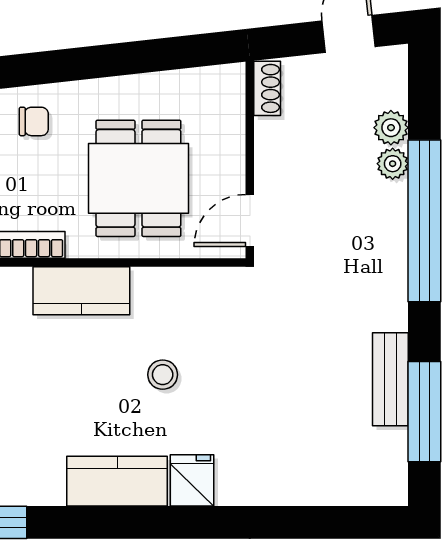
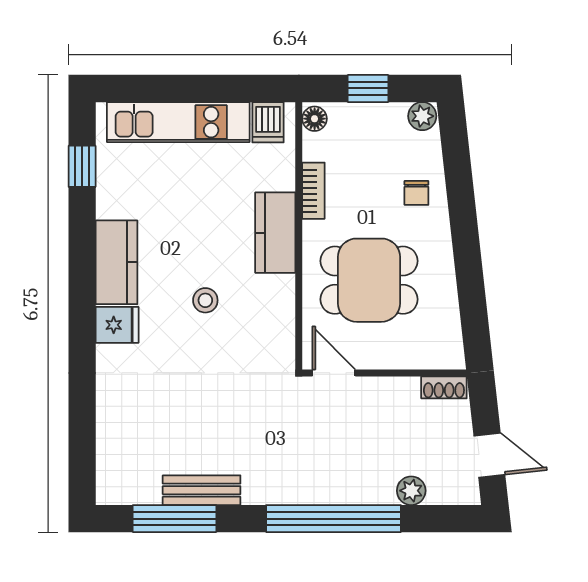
plant: (393, 164) -> (381, 492), removed

